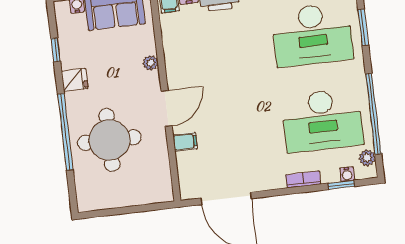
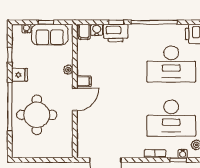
filing cabinet: (185, 142) -> (84, 81), moved

